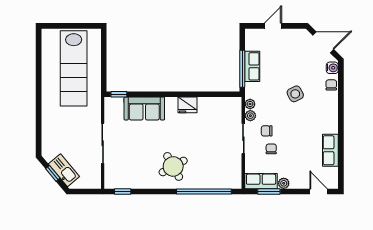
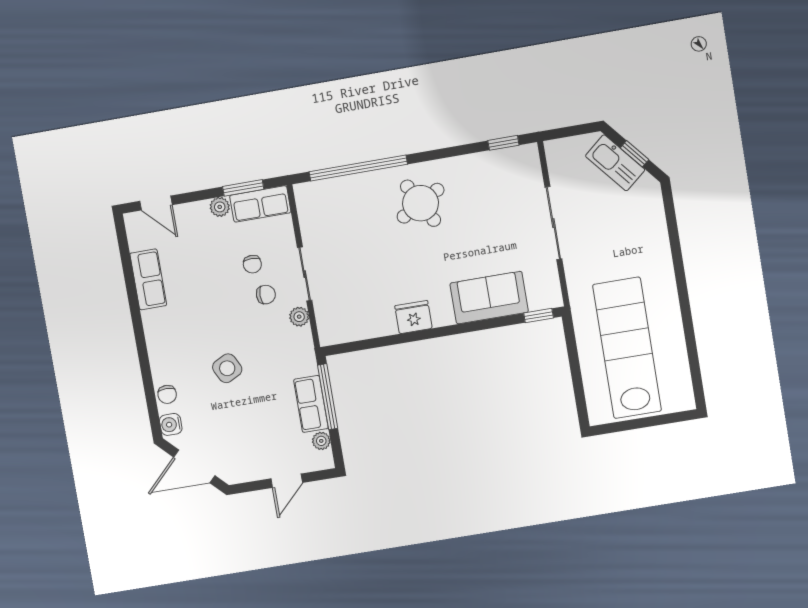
plant: (250, 104) -> (321, 441), moved

